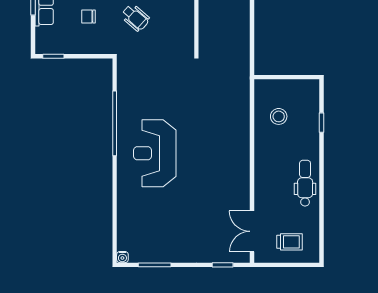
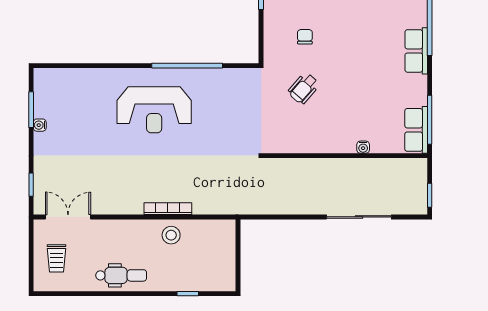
stool: (279, 116) -> (171, 235), moved
bookcase: (244, 141) -> (168, 209), added
reception desk: (155, 153) -> (154, 110), turned 180
water cooler: (122, 257) -> (40, 125), moved

